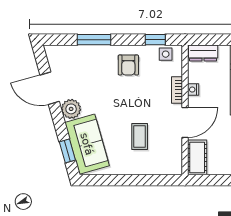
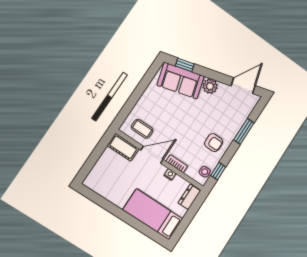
armchair: (128, 65) -> (214, 143), turned 180
door: (50, 88) -> (243, 86), moved
door: (185, 122) -> (152, 155), swing flipped
coffee table: (140, 137) -> (142, 129), moved

